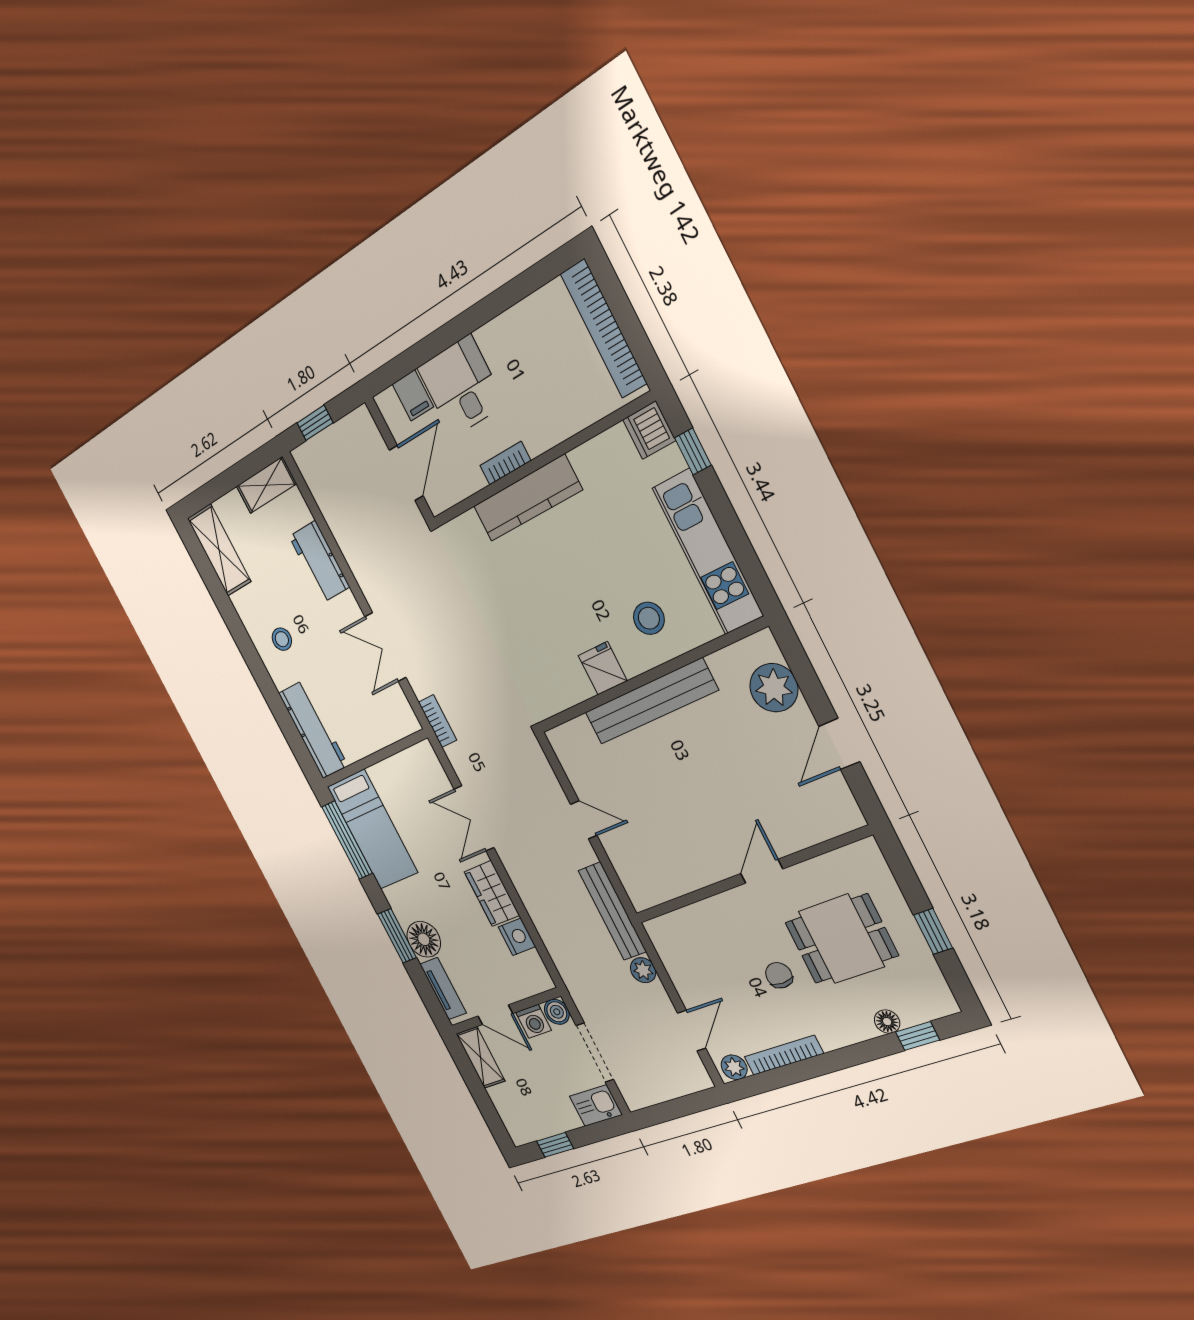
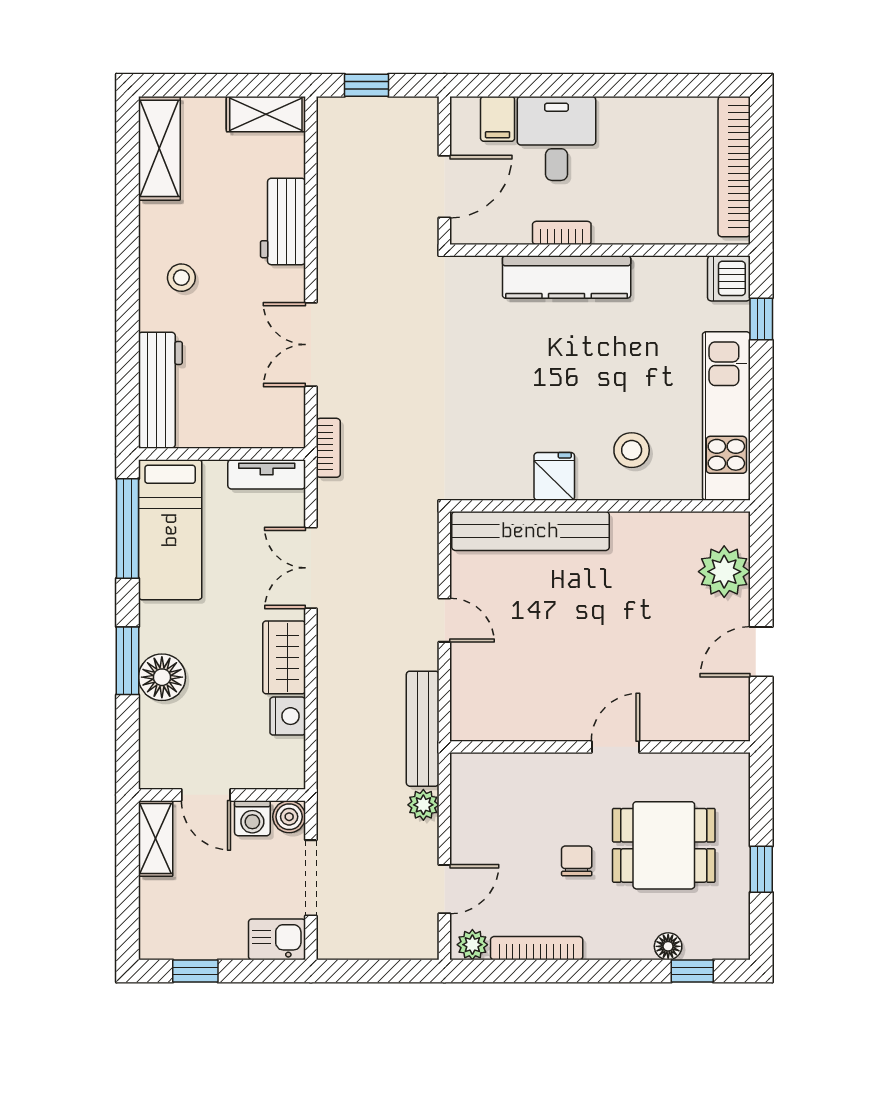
bench: (651, 701) -> (530, 531), moved
tv unit: (443, 989) -> (267, 474), moved, turned 90

